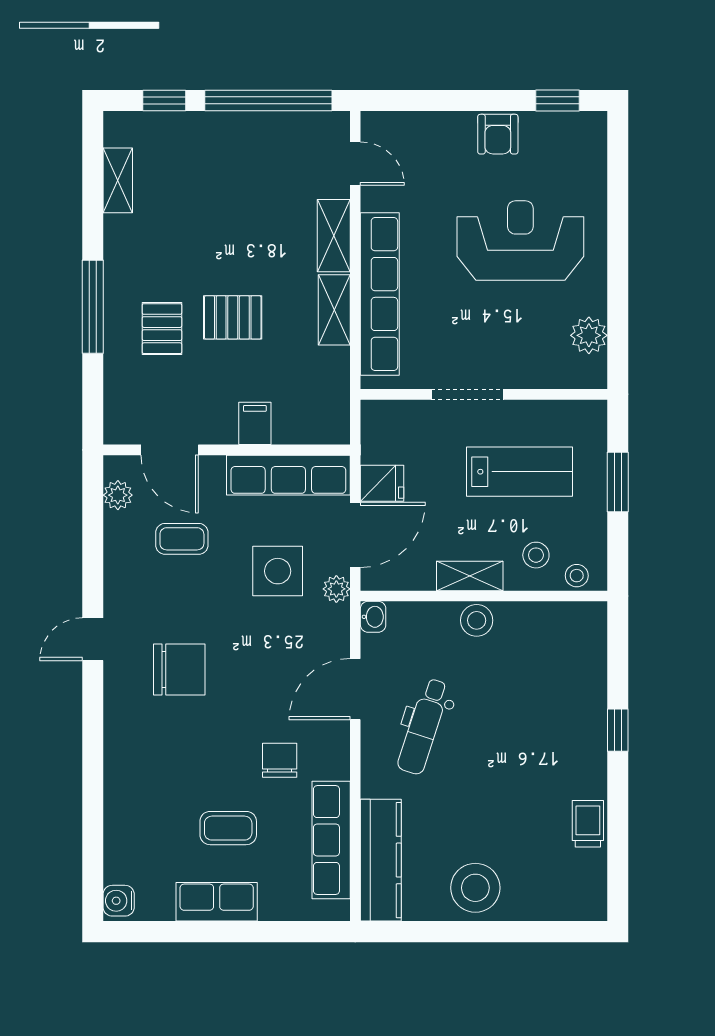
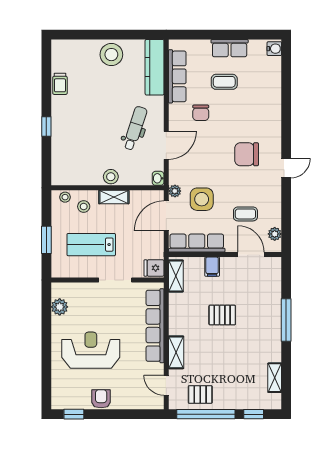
reception desk: (520, 241) -> (91, 350), turned 180
shelving: (334, 310) -> (176, 276), moved
pallet: (162, 329) -> (200, 394), moved, turned 90
fridge: (382, 483) -> (154, 268), moved

